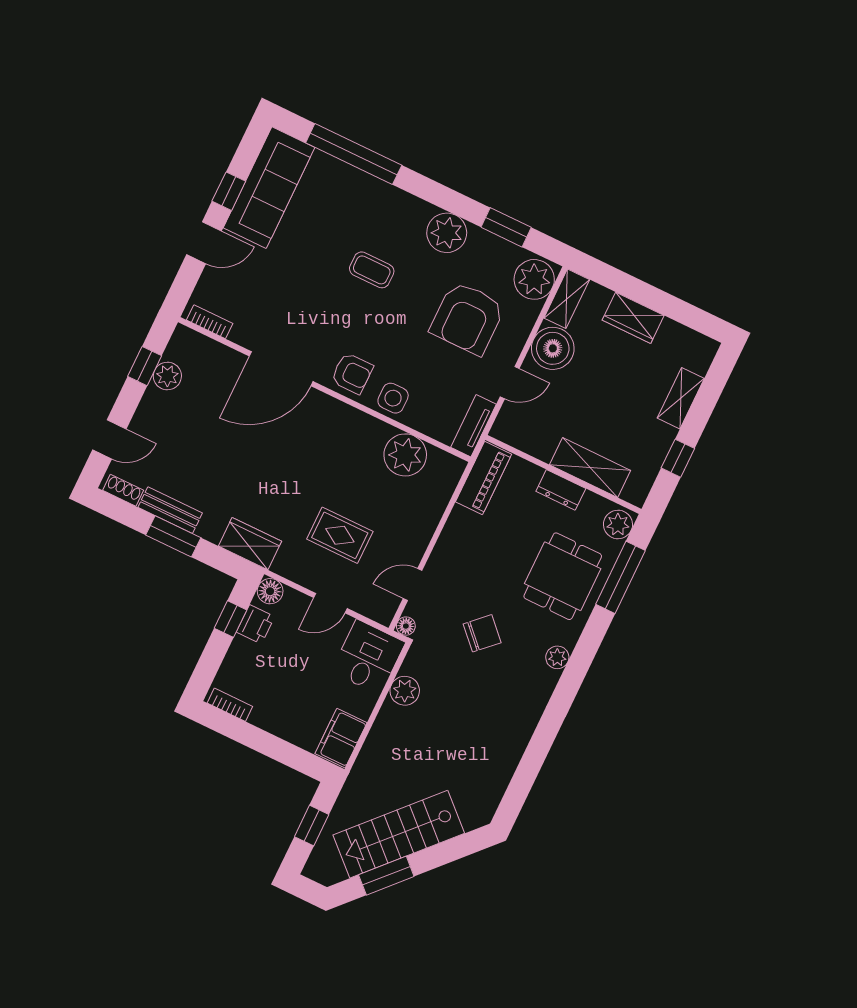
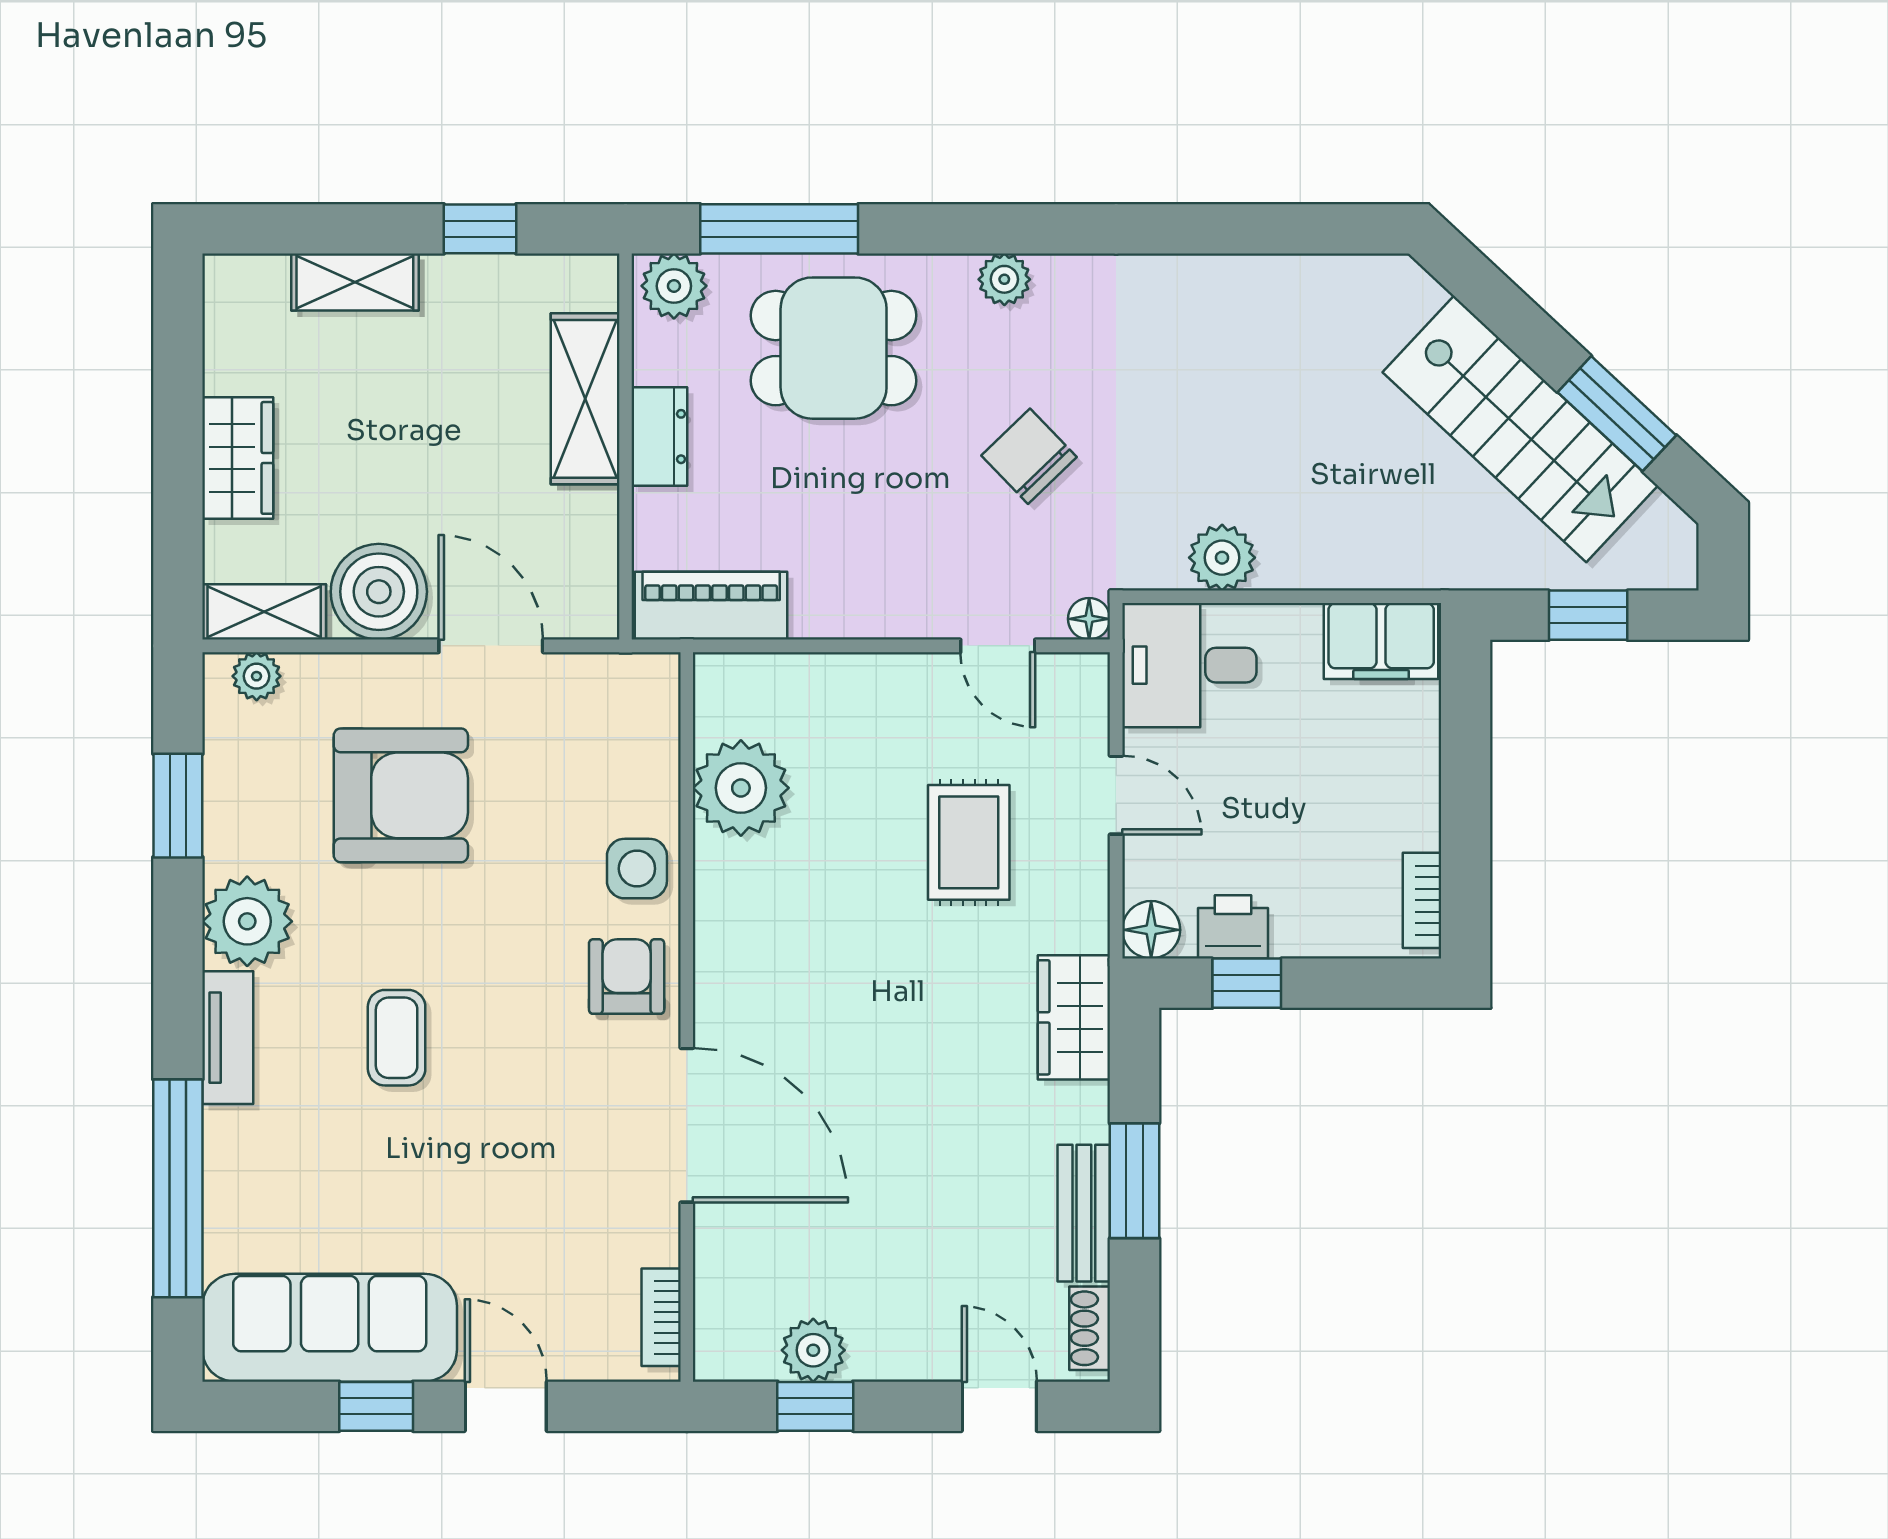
plant: (534, 279) -> (257, 676), width x0.53, depth x0.53
door: (510, 383) -> (491, 646), width x1.38
tv unit: (474, 426) -> (228, 1038), moved, turned -90

